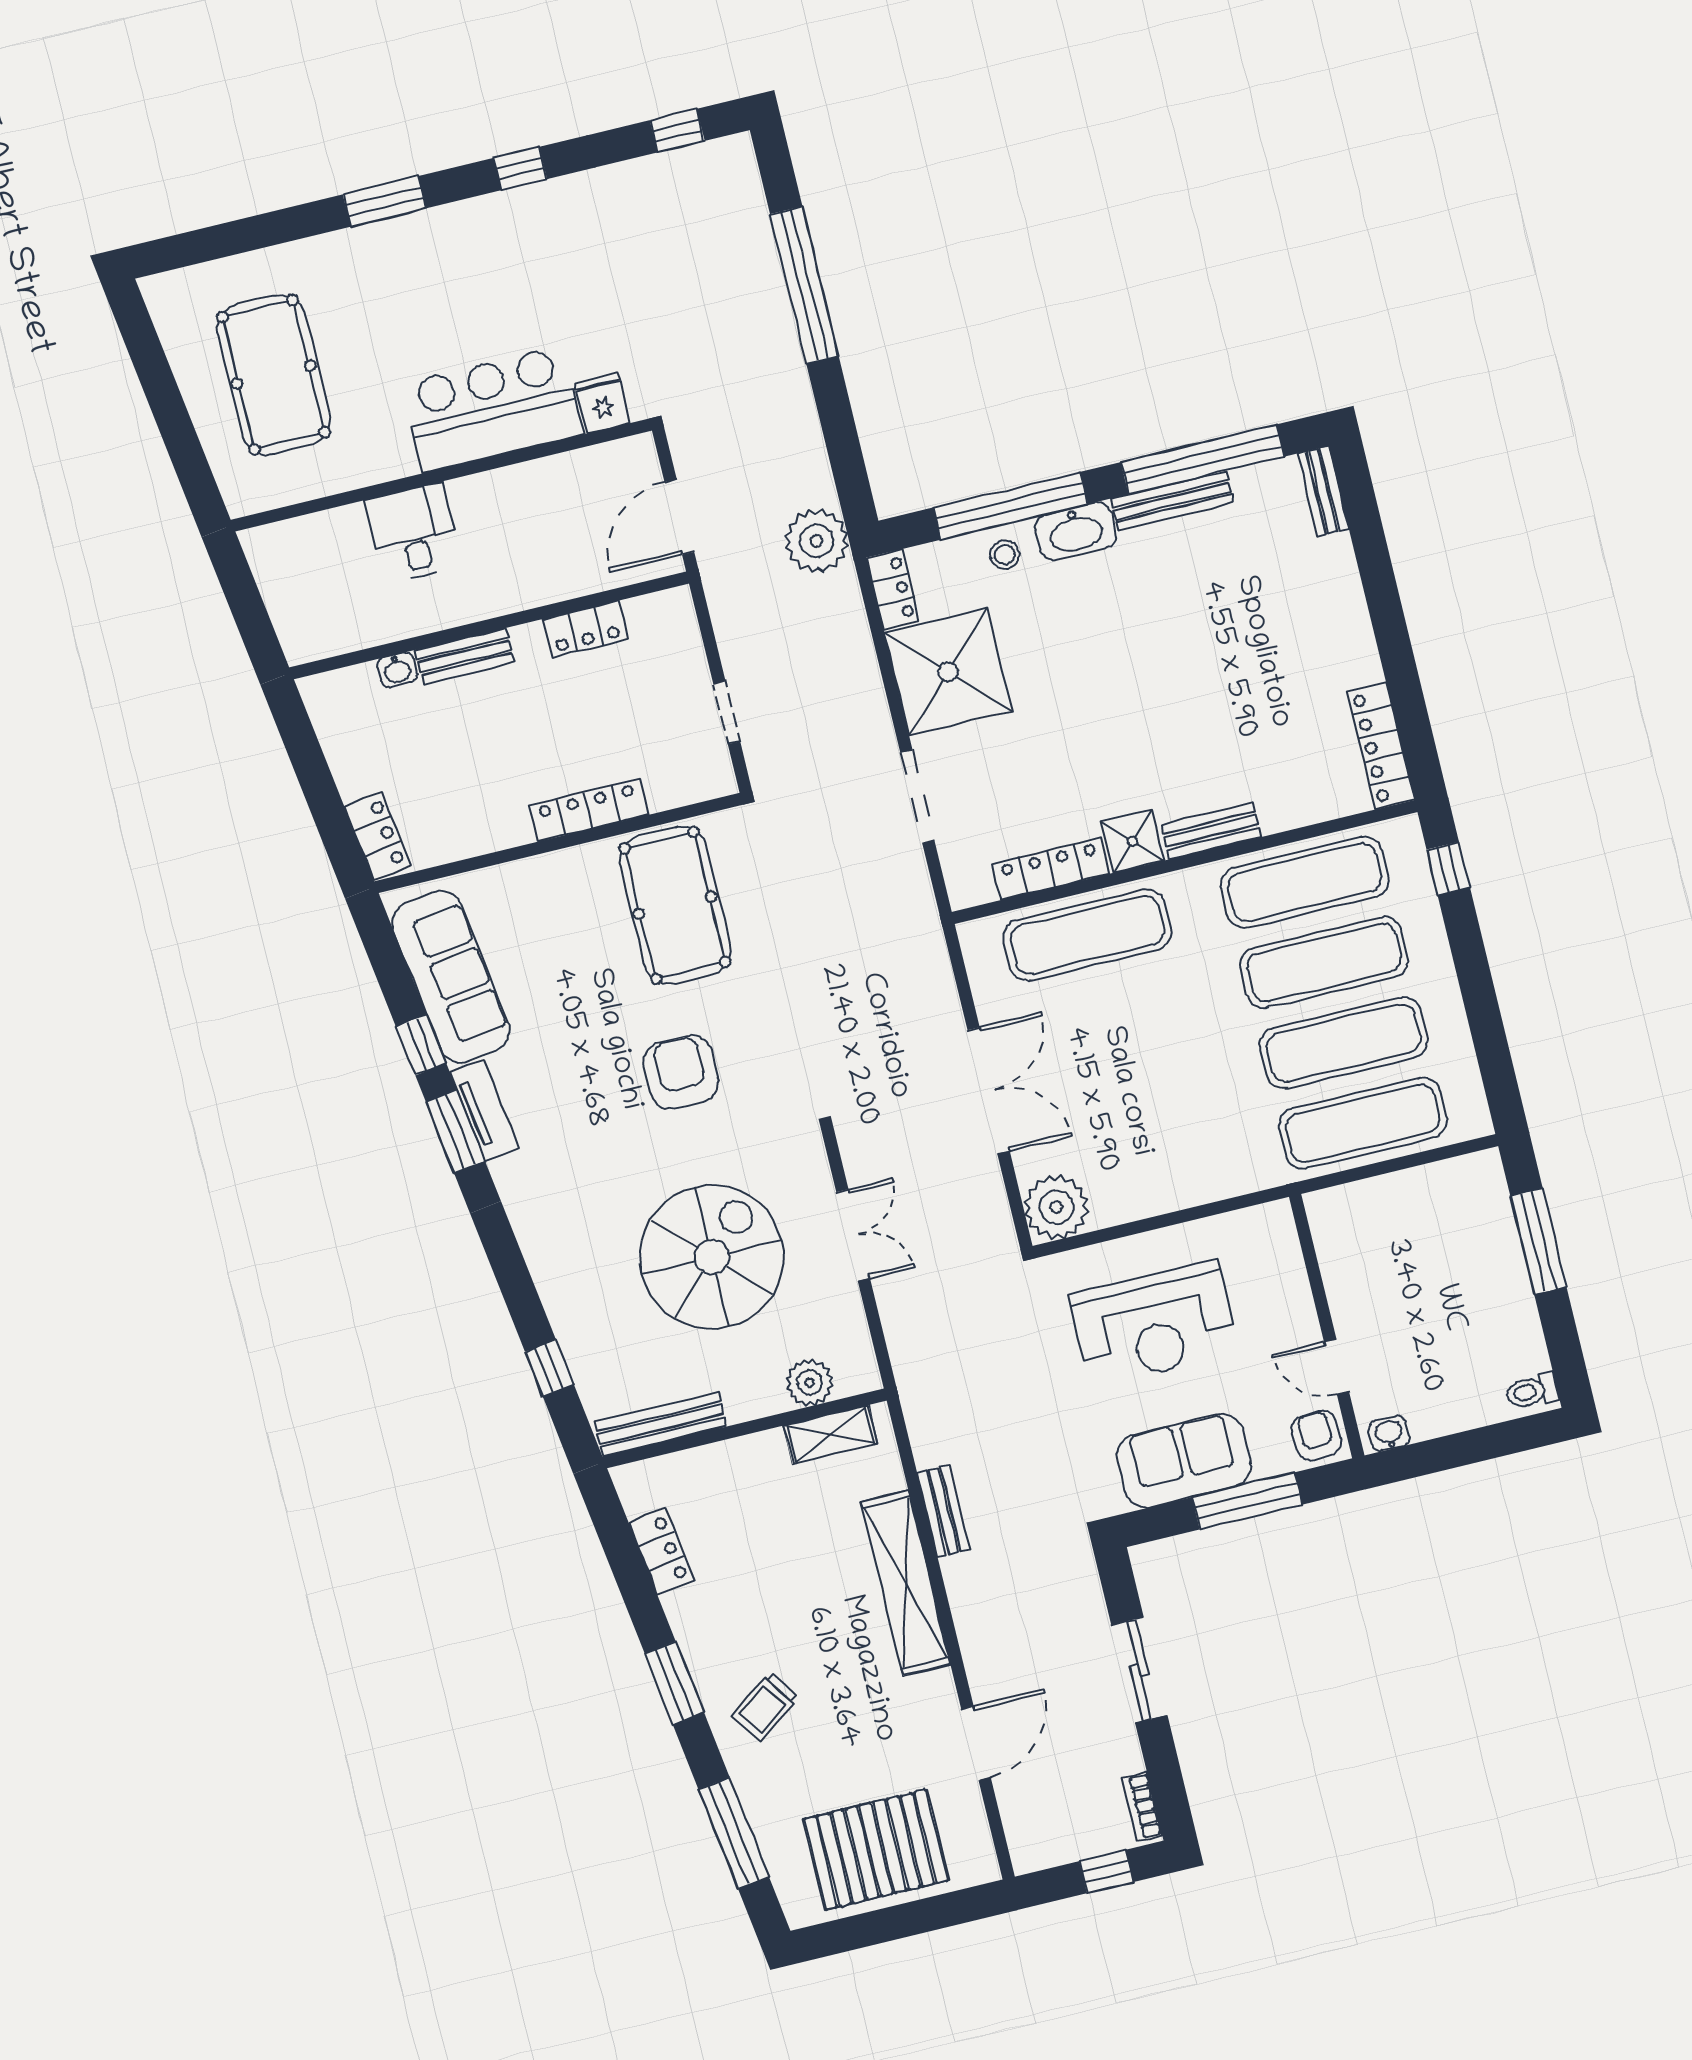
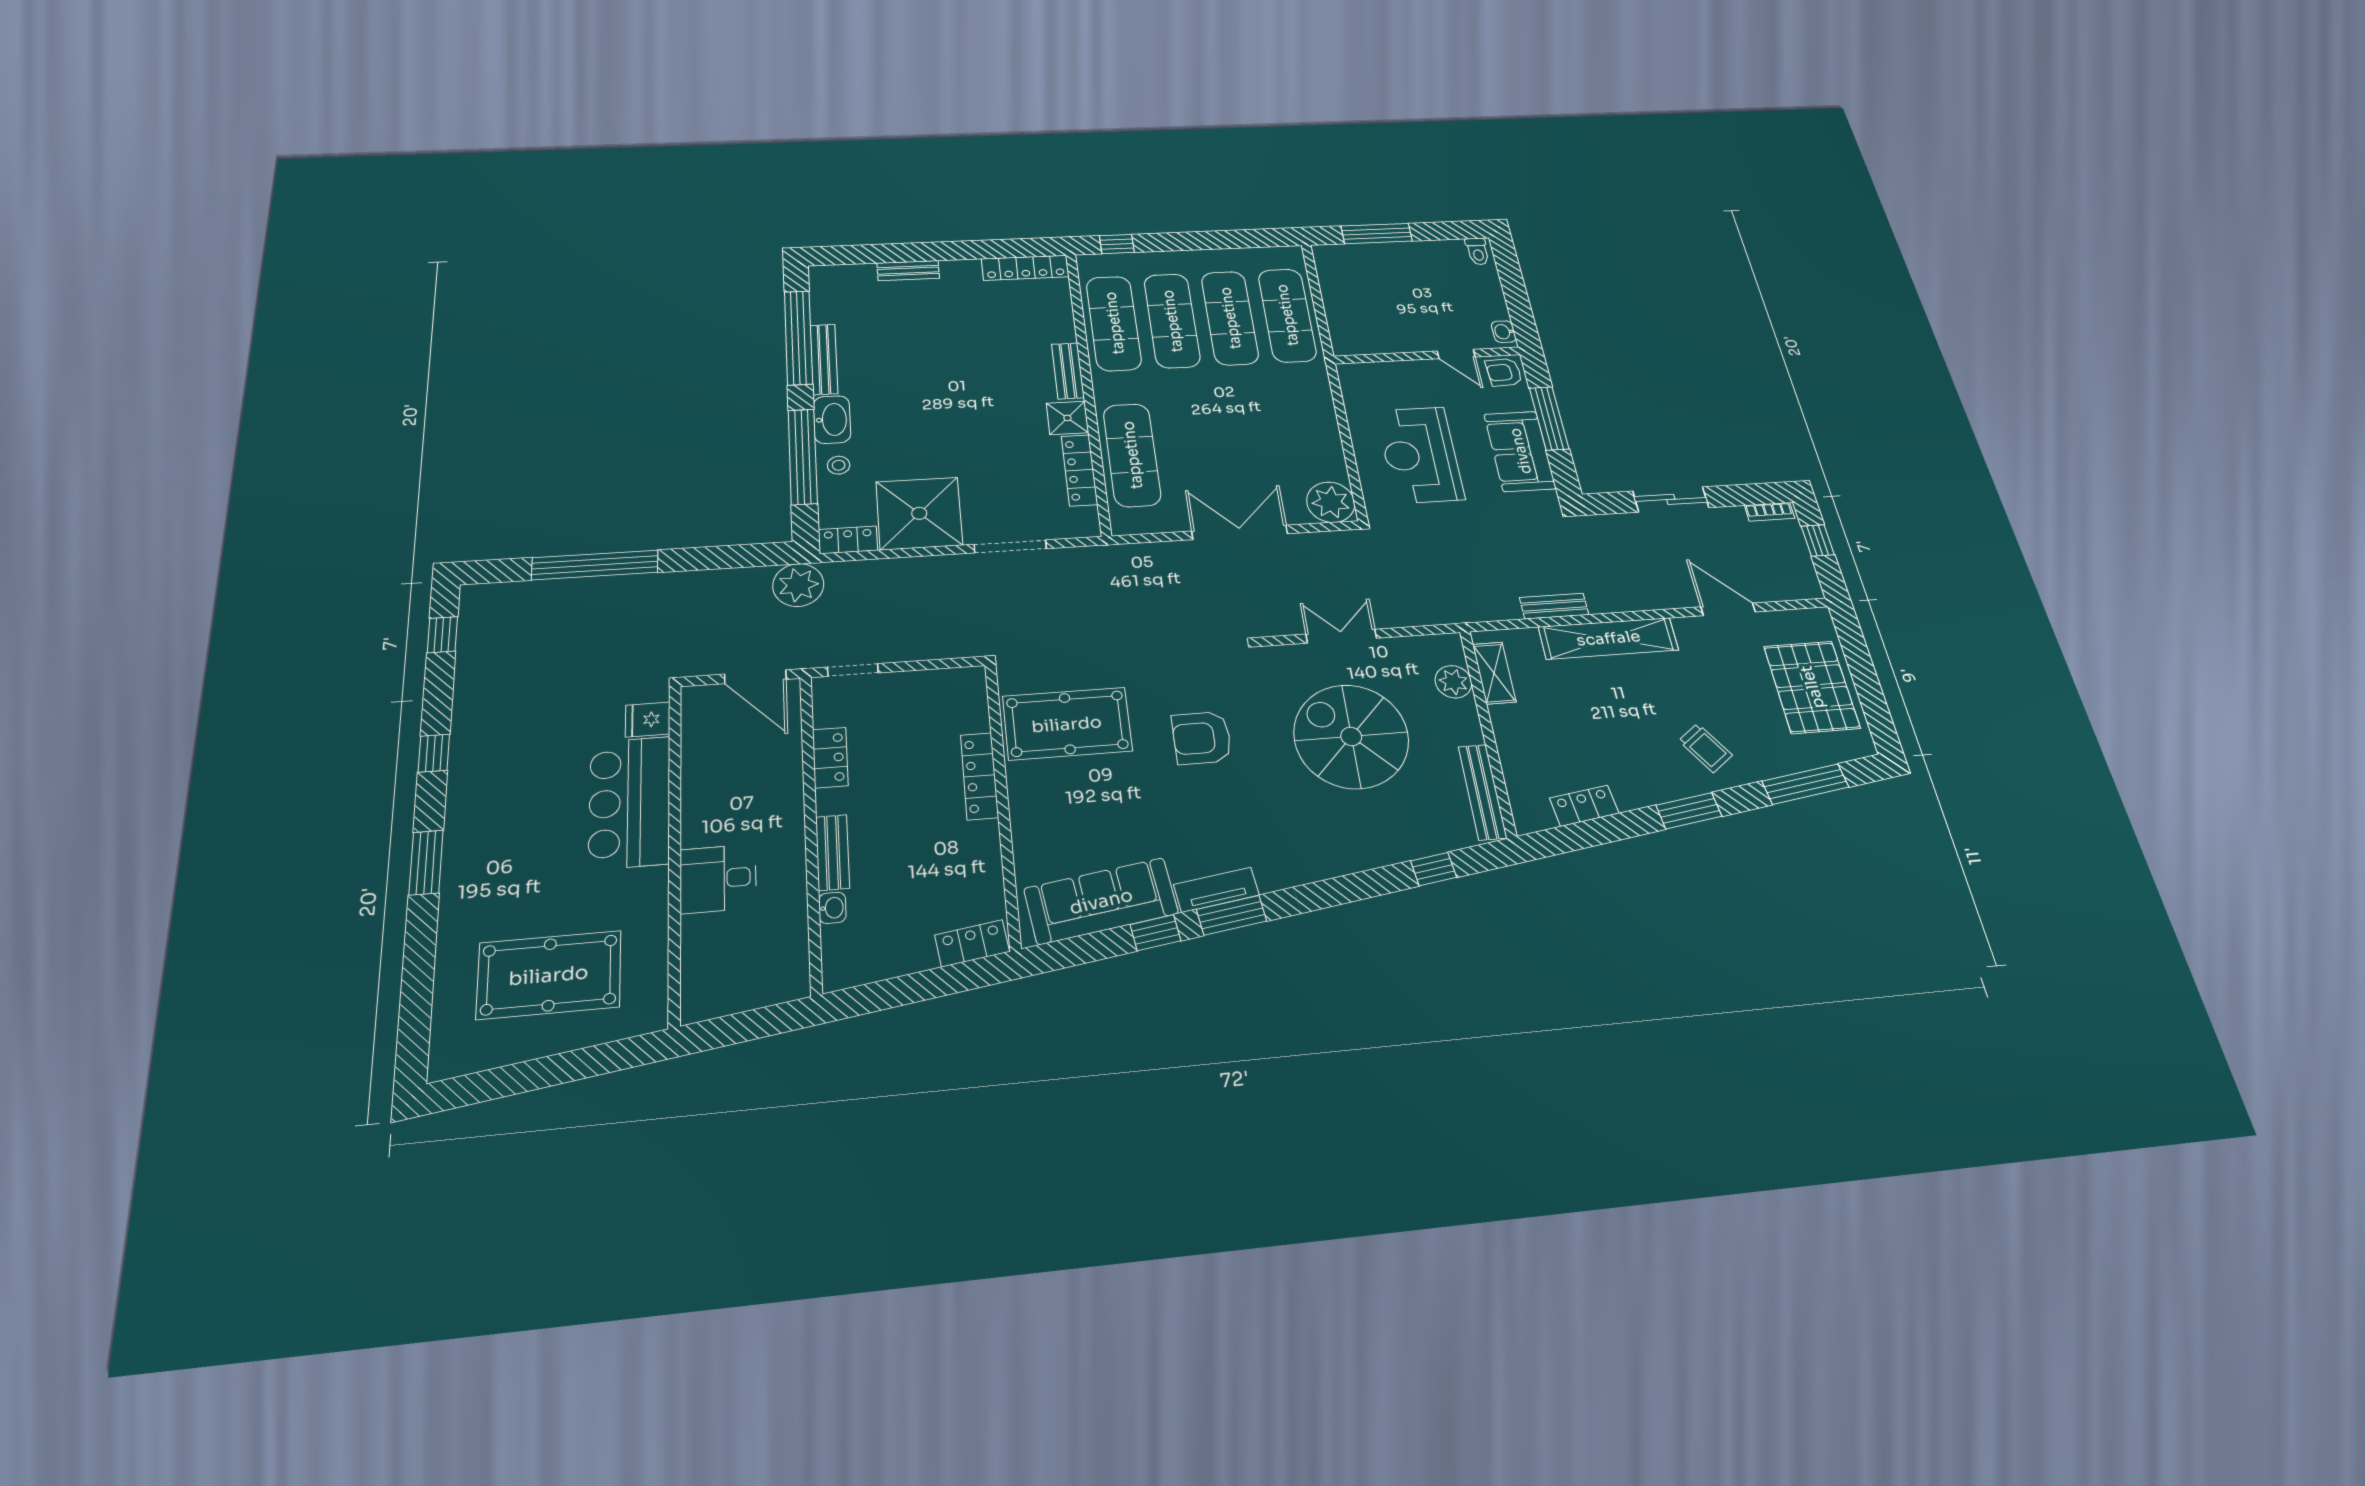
bench: (1323, 491) -> (908, 271), moved
doorway: (727, 713) -> (853, 670), moved
reception desk: (1154, 1323) -> (1420, 455), turned 180
door: (1337, 1367) -> (1456, 354), hinge flipped

